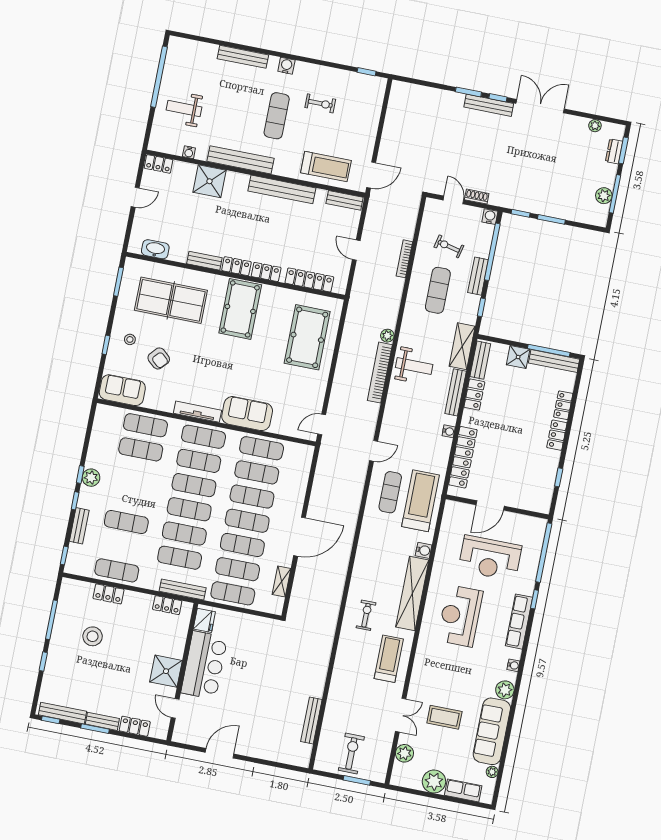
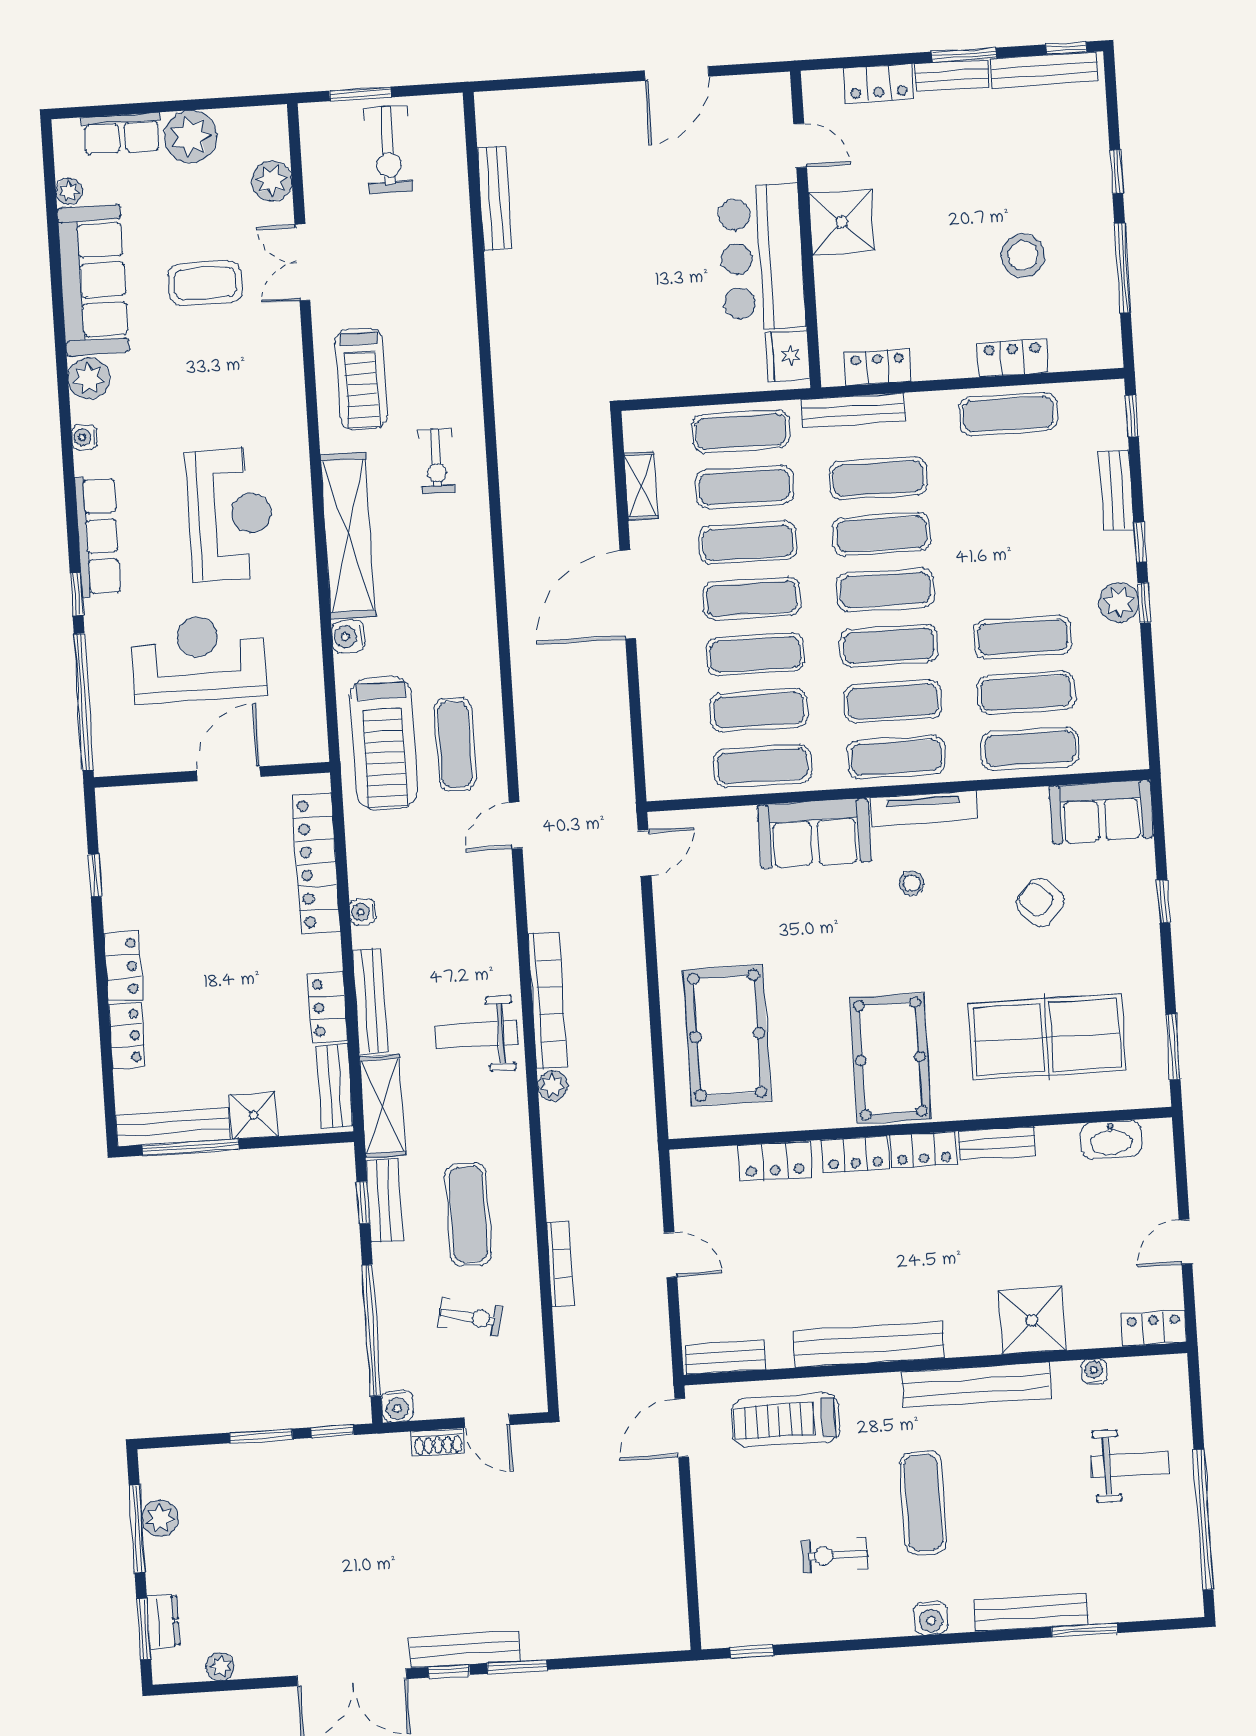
window: (222, 43) -> (1084, 1630), added
bench: (478, 276) -> (384, 1201), moved
locker: (309, 280) -> (775, 1161), width x0.66
stool: (130, 339) -> (911, 883), moved
exercise mat: (126, 522) -> (1023, 637), moved

